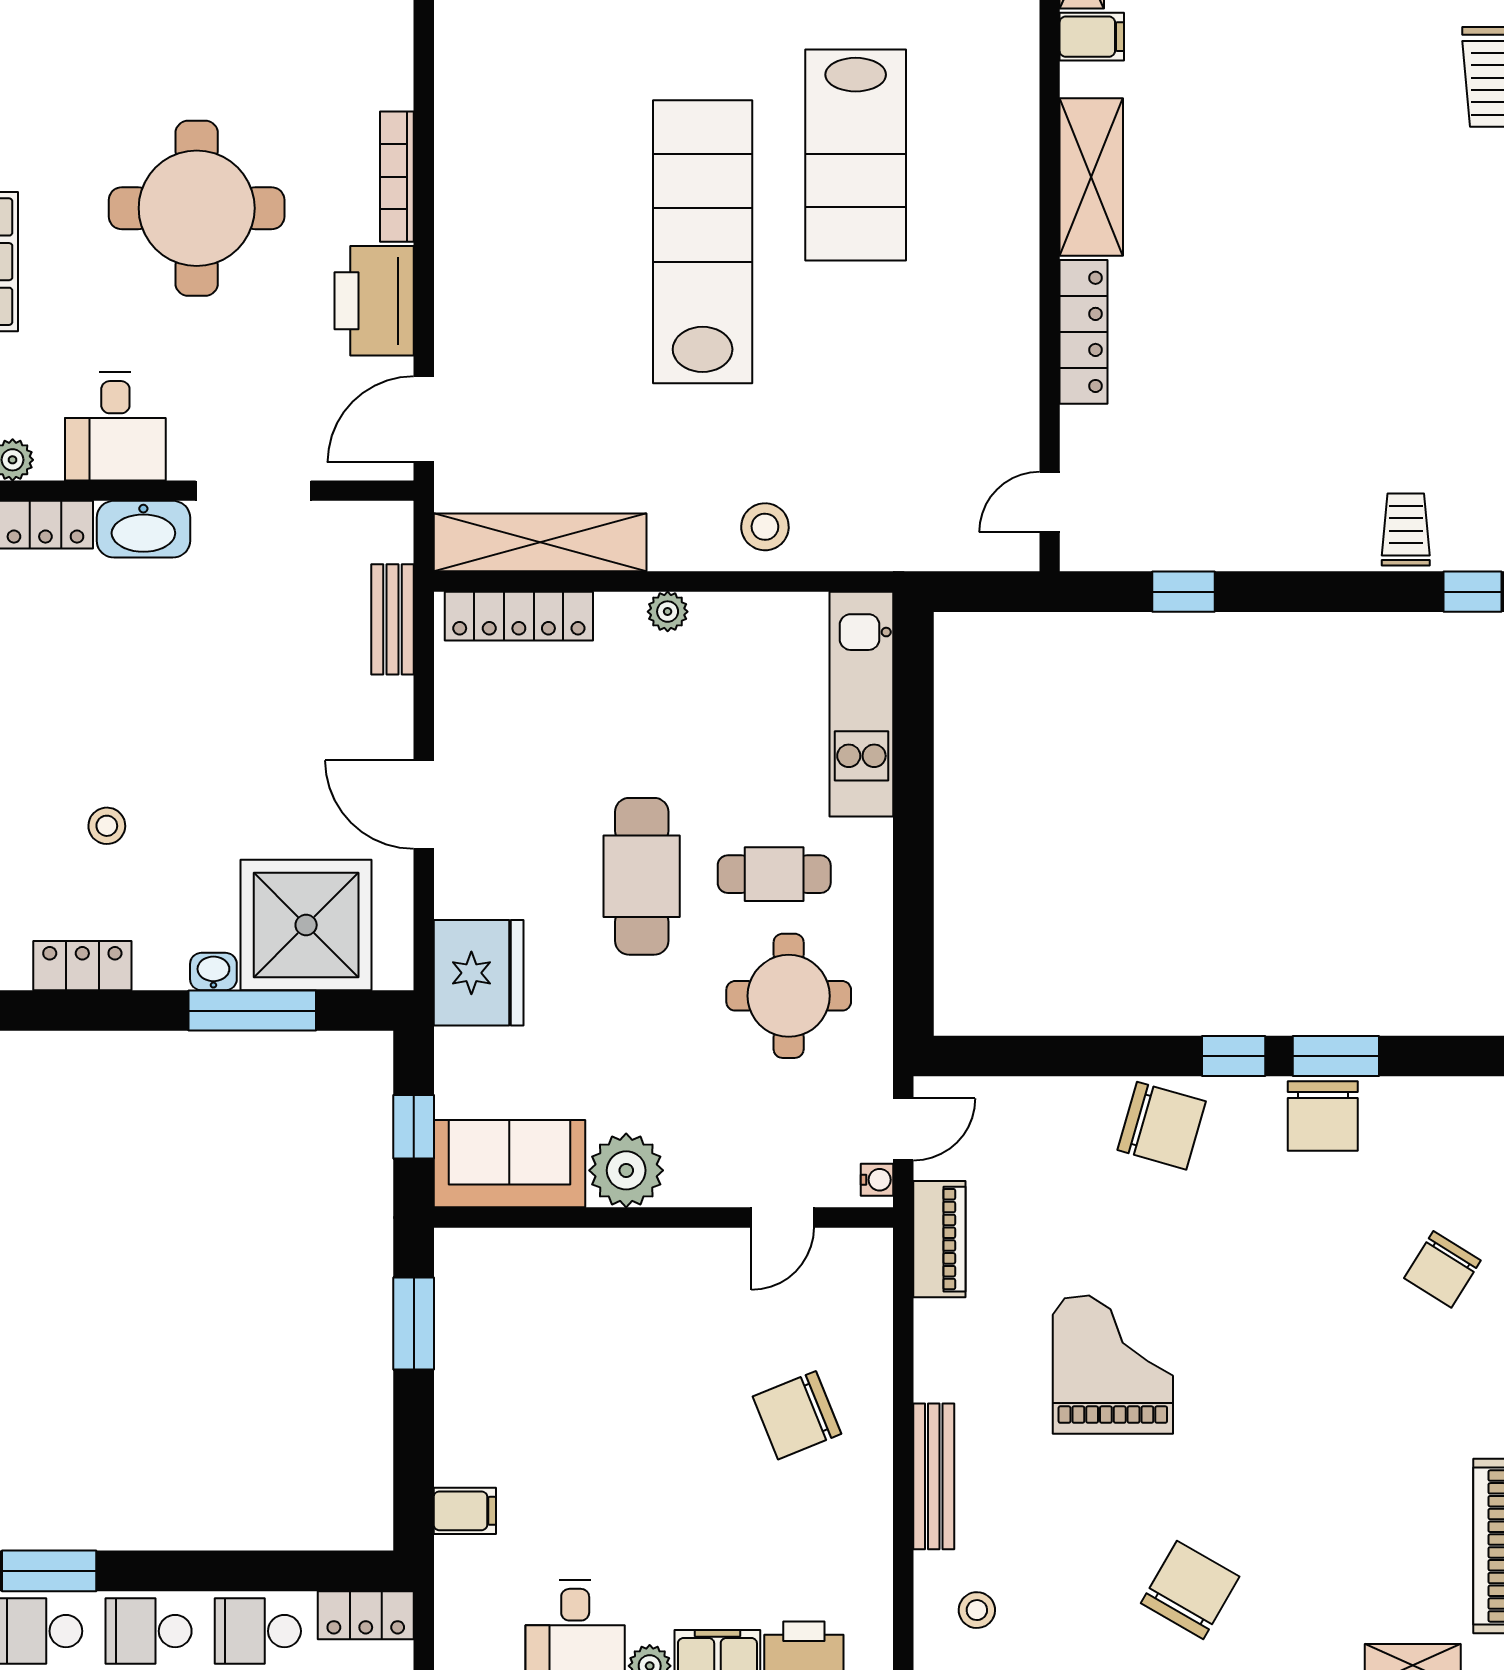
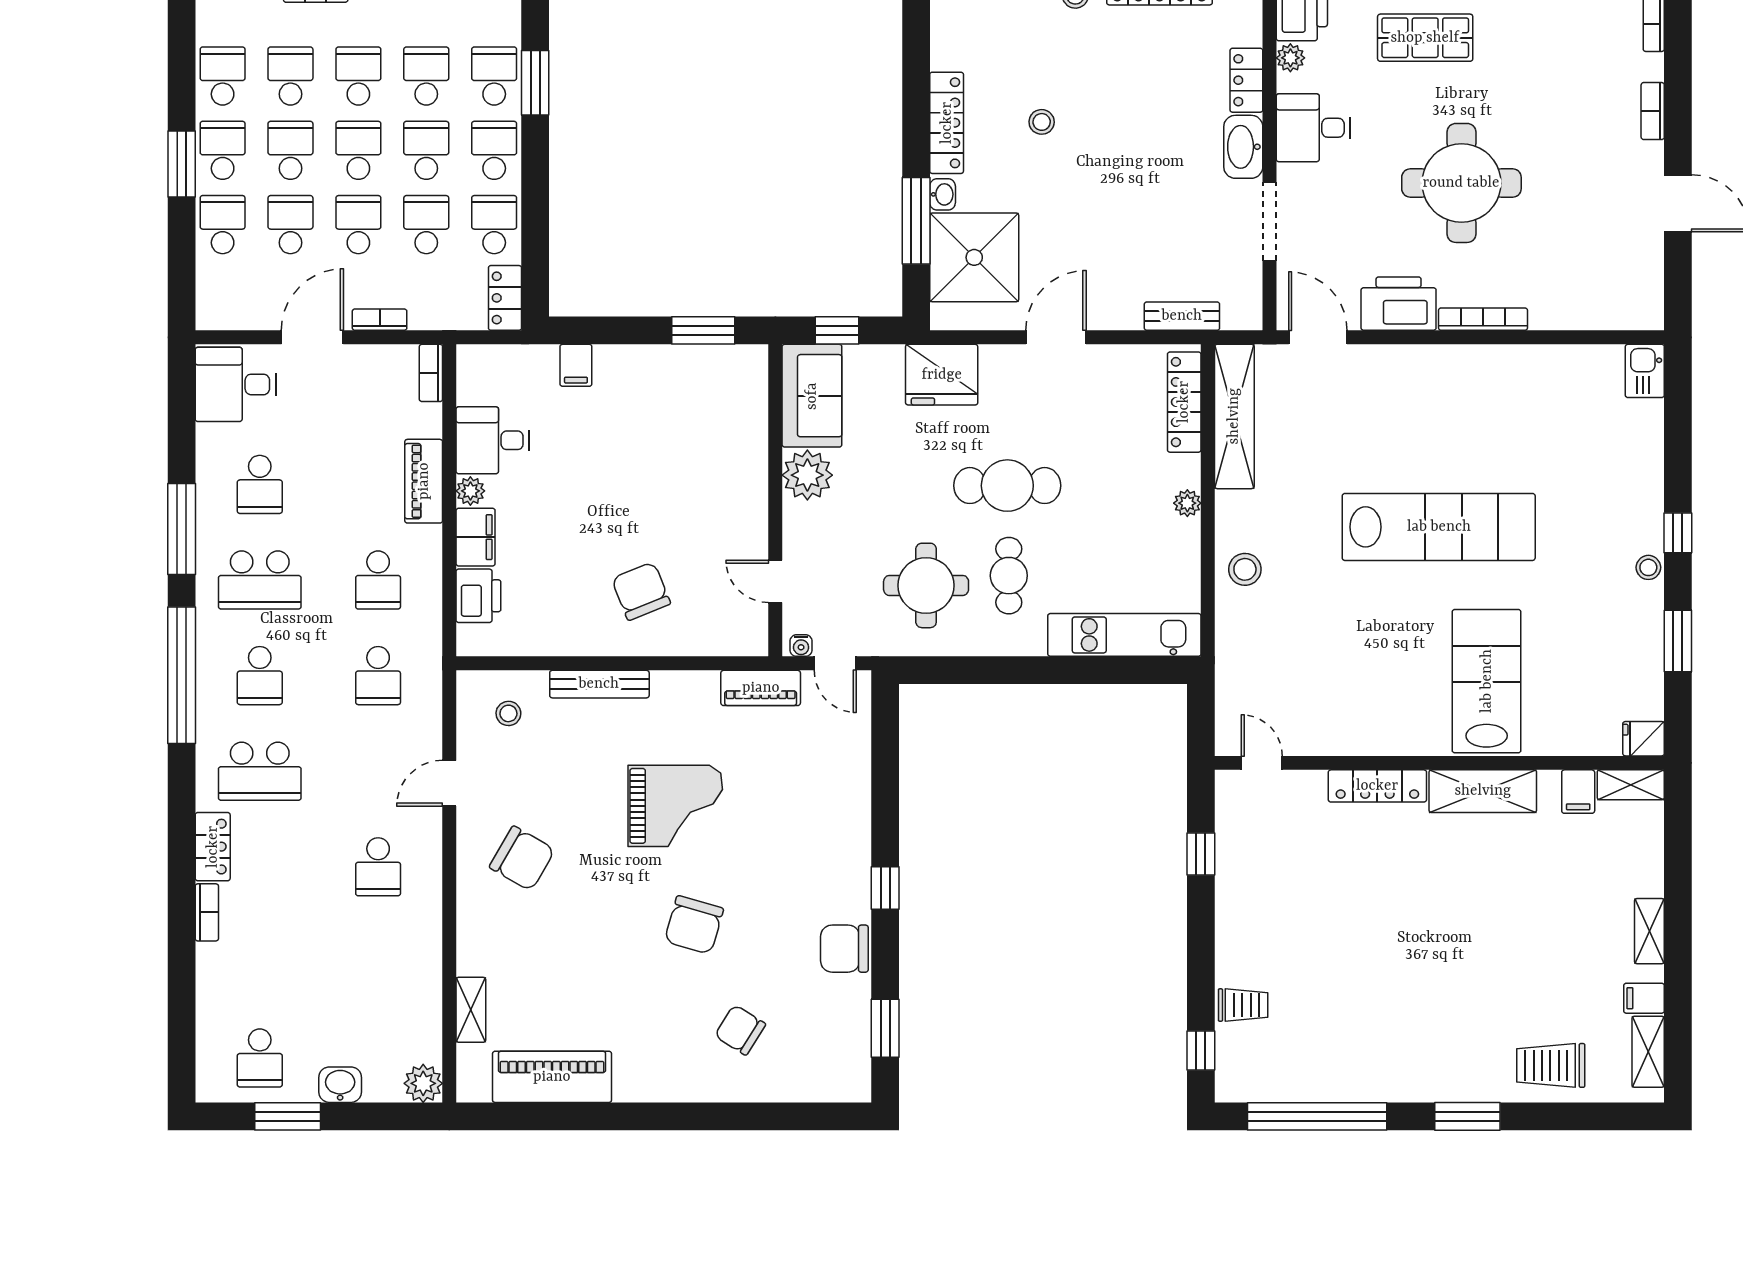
lab bench: (856, 155) -> (1487, 681), moved, turned 90
locker: (82, 966) -> (947, 123), width x1.53
window: (1336, 1056) -> (885, 1028), moved
chair: (1162, 1126) -> (694, 925), moved

